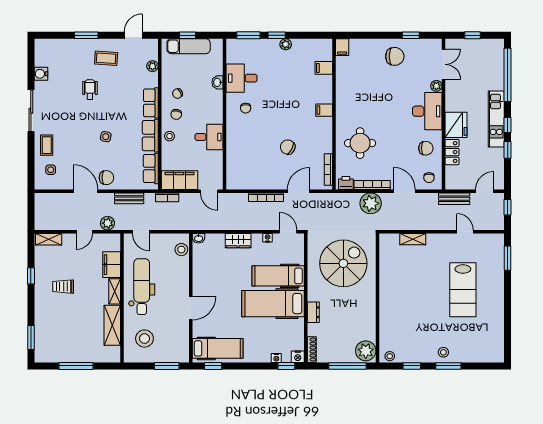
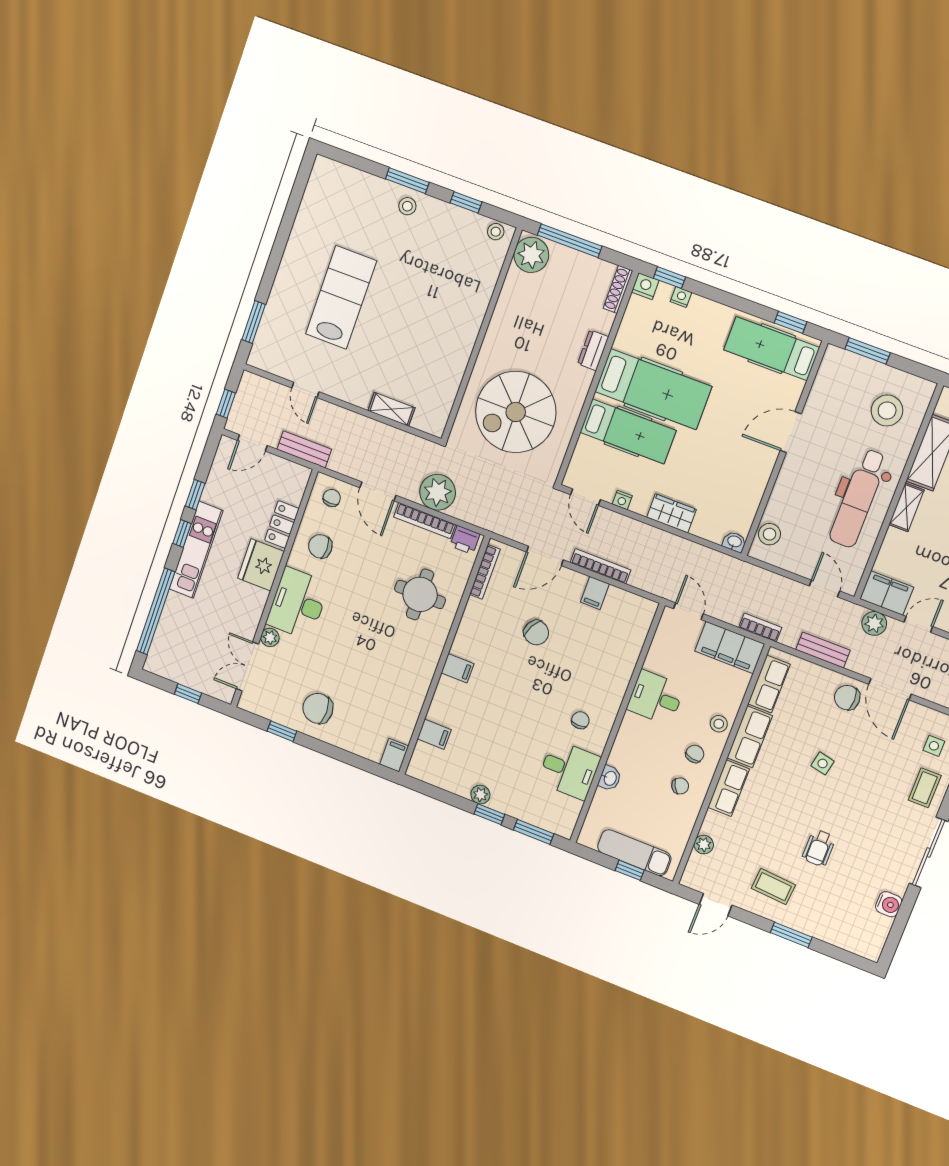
filing cabinet: (264, 181) -> (595, 593), added
filing cabinet: (112, 265) -> (887, 593), moved, turned -90

